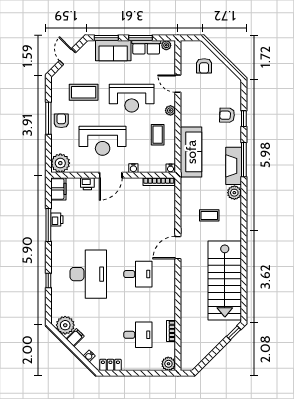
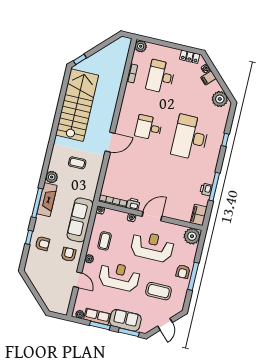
armchair: (204, 66) -> (69, 255), moved
printer: (87, 184) -> (133, 204), moved
desk: (138, 335) -> (161, 77), width x1.37
filing cabinet: (75, 338) -> (208, 78), moved

